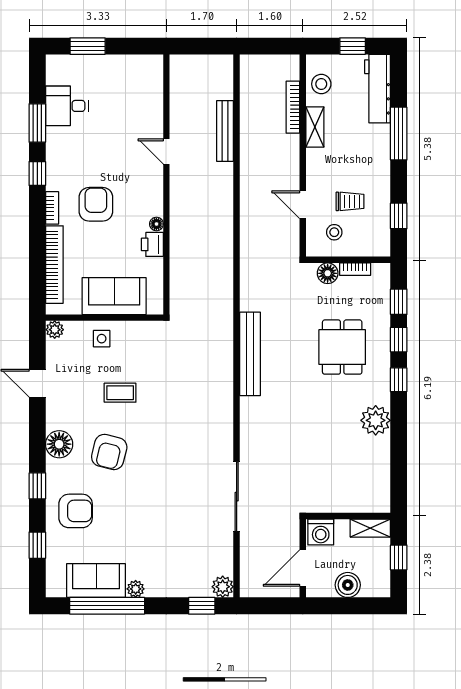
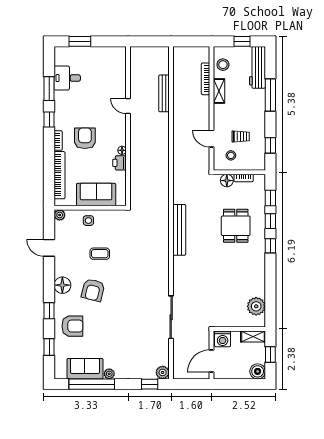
plant: (376, 420) -> (256, 306), moved
boiler: (348, 585) -> (258, 371), moved

